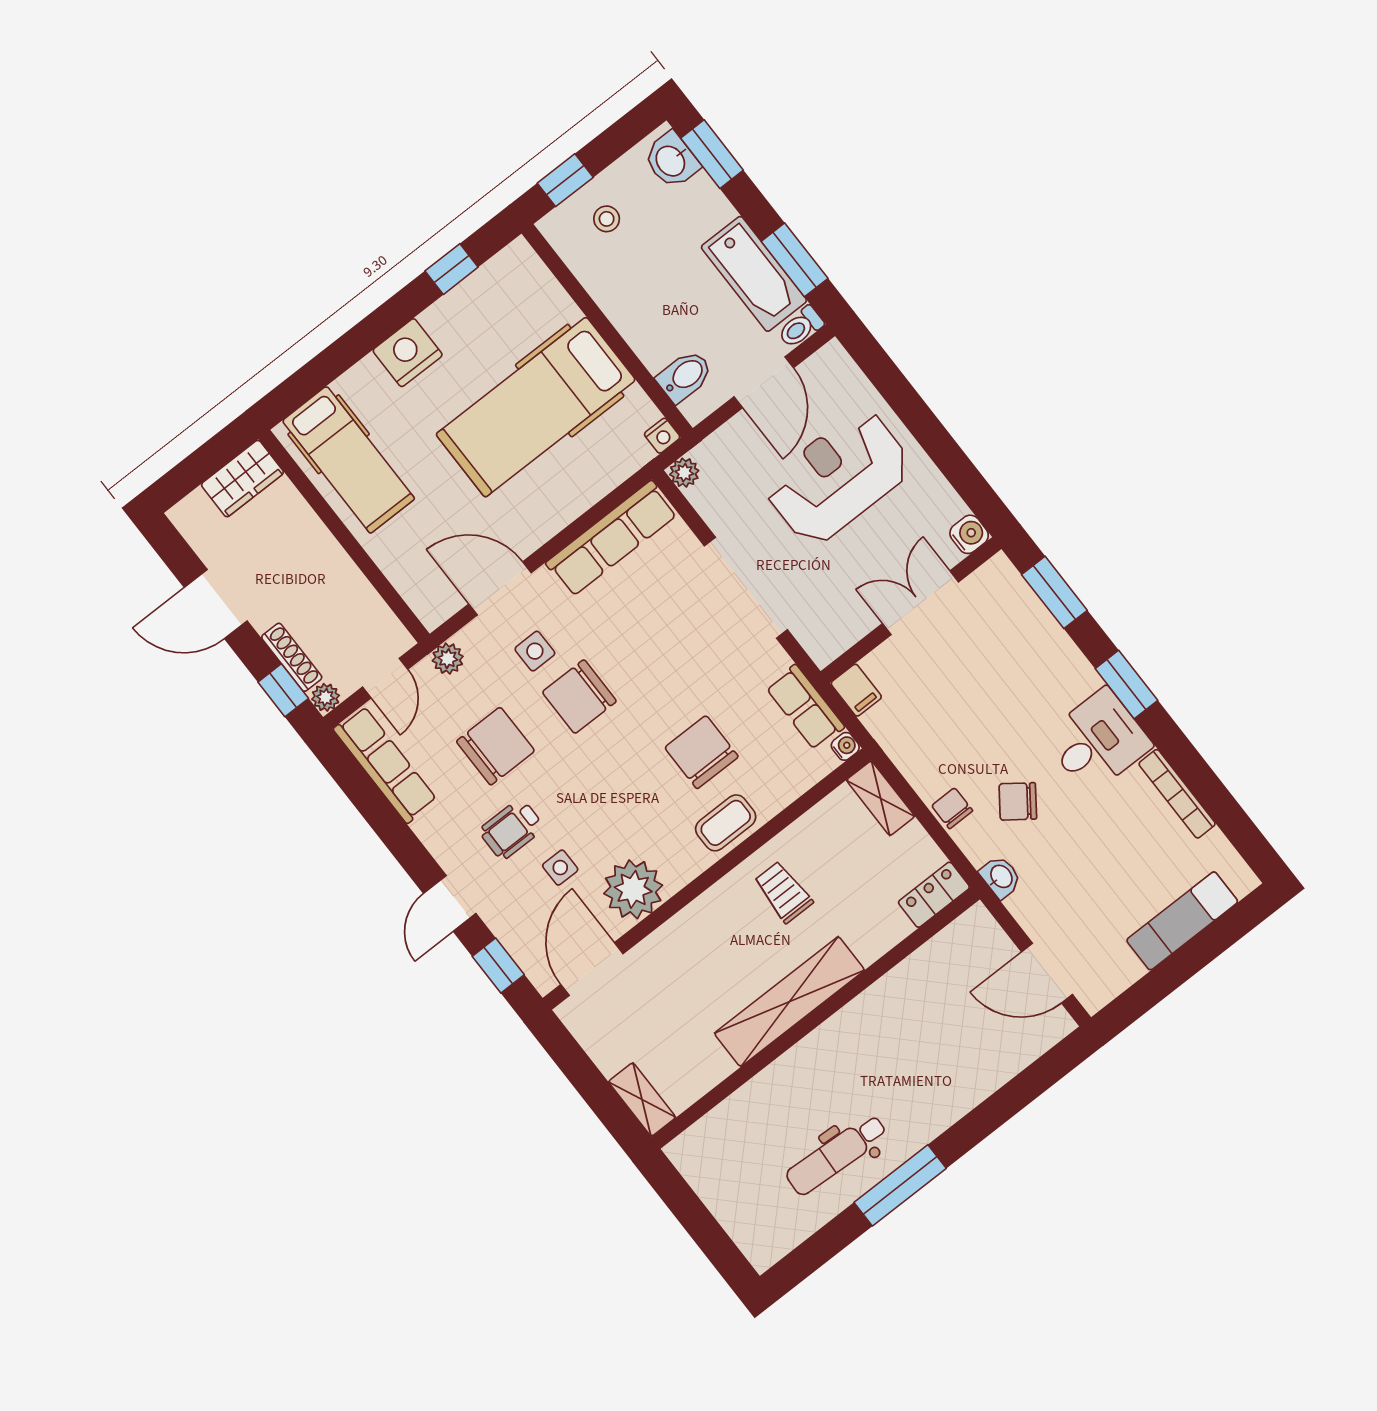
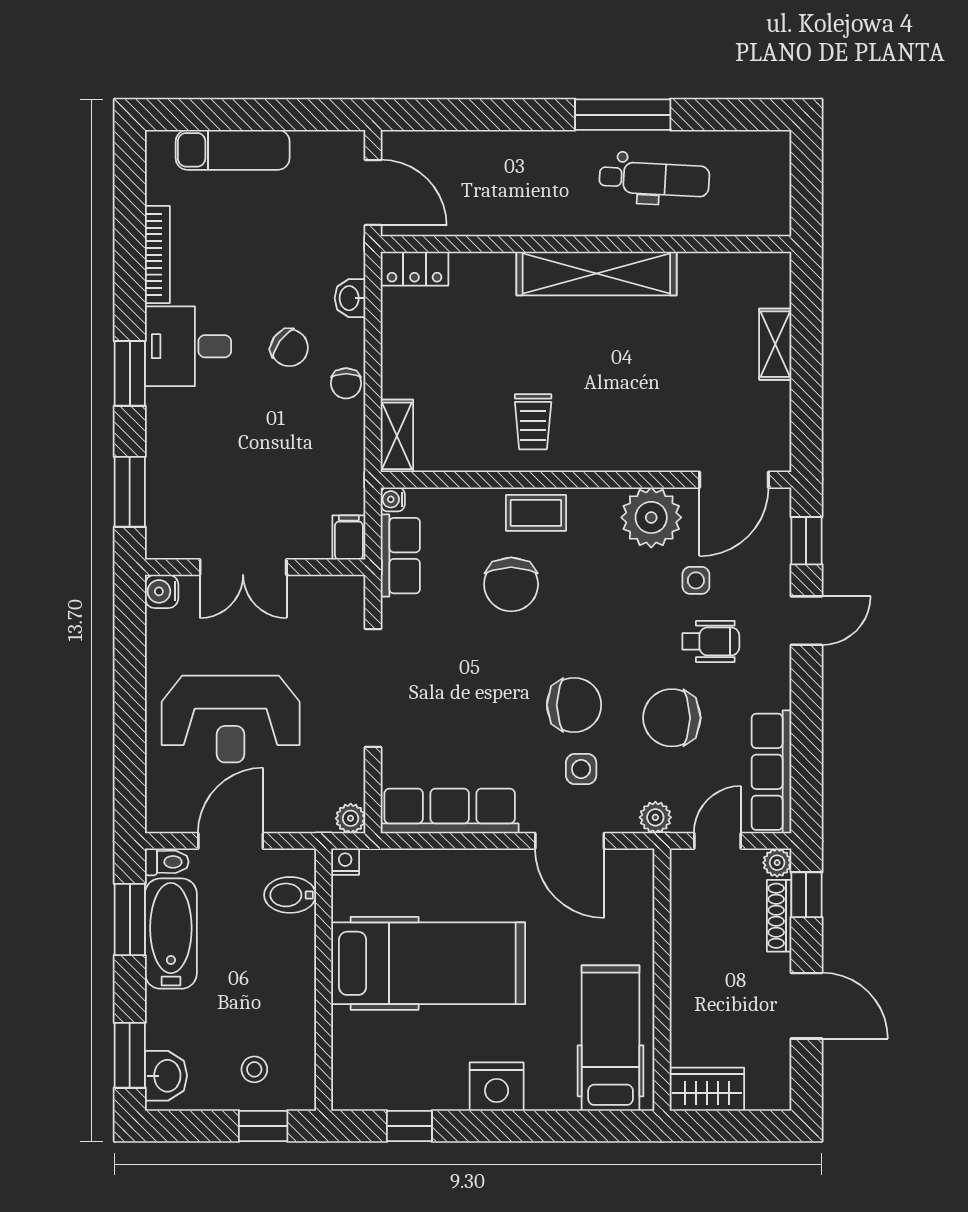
locker: (934, 895) -> (414, 269), moved
shelving: (789, 1002) -> (596, 273), moved
wall: (816, 1018) -> (586, 244), moved

